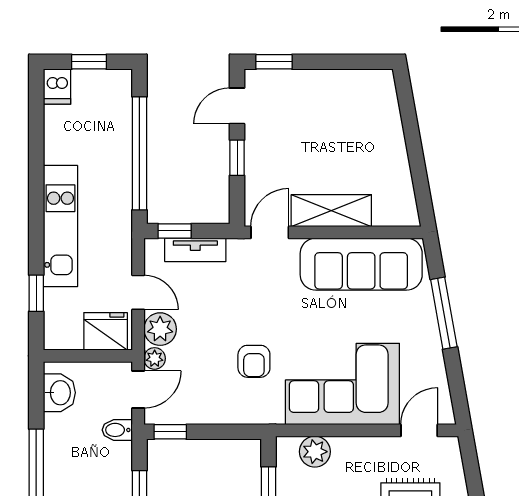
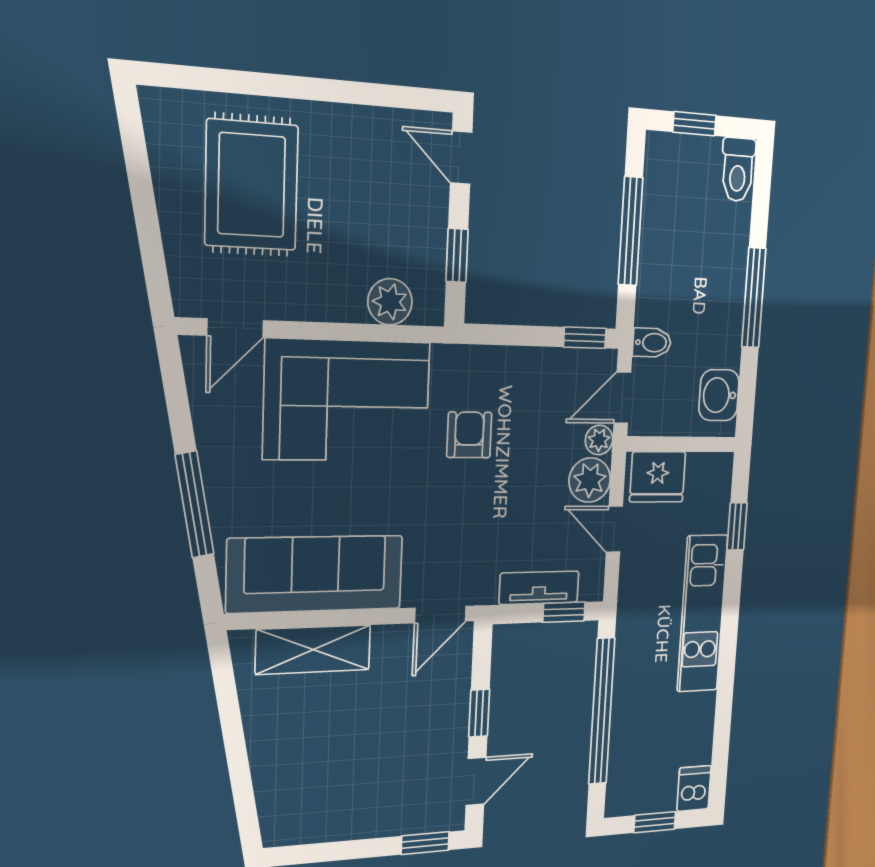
shelving: (331, 211) -> (313, 650), moved

